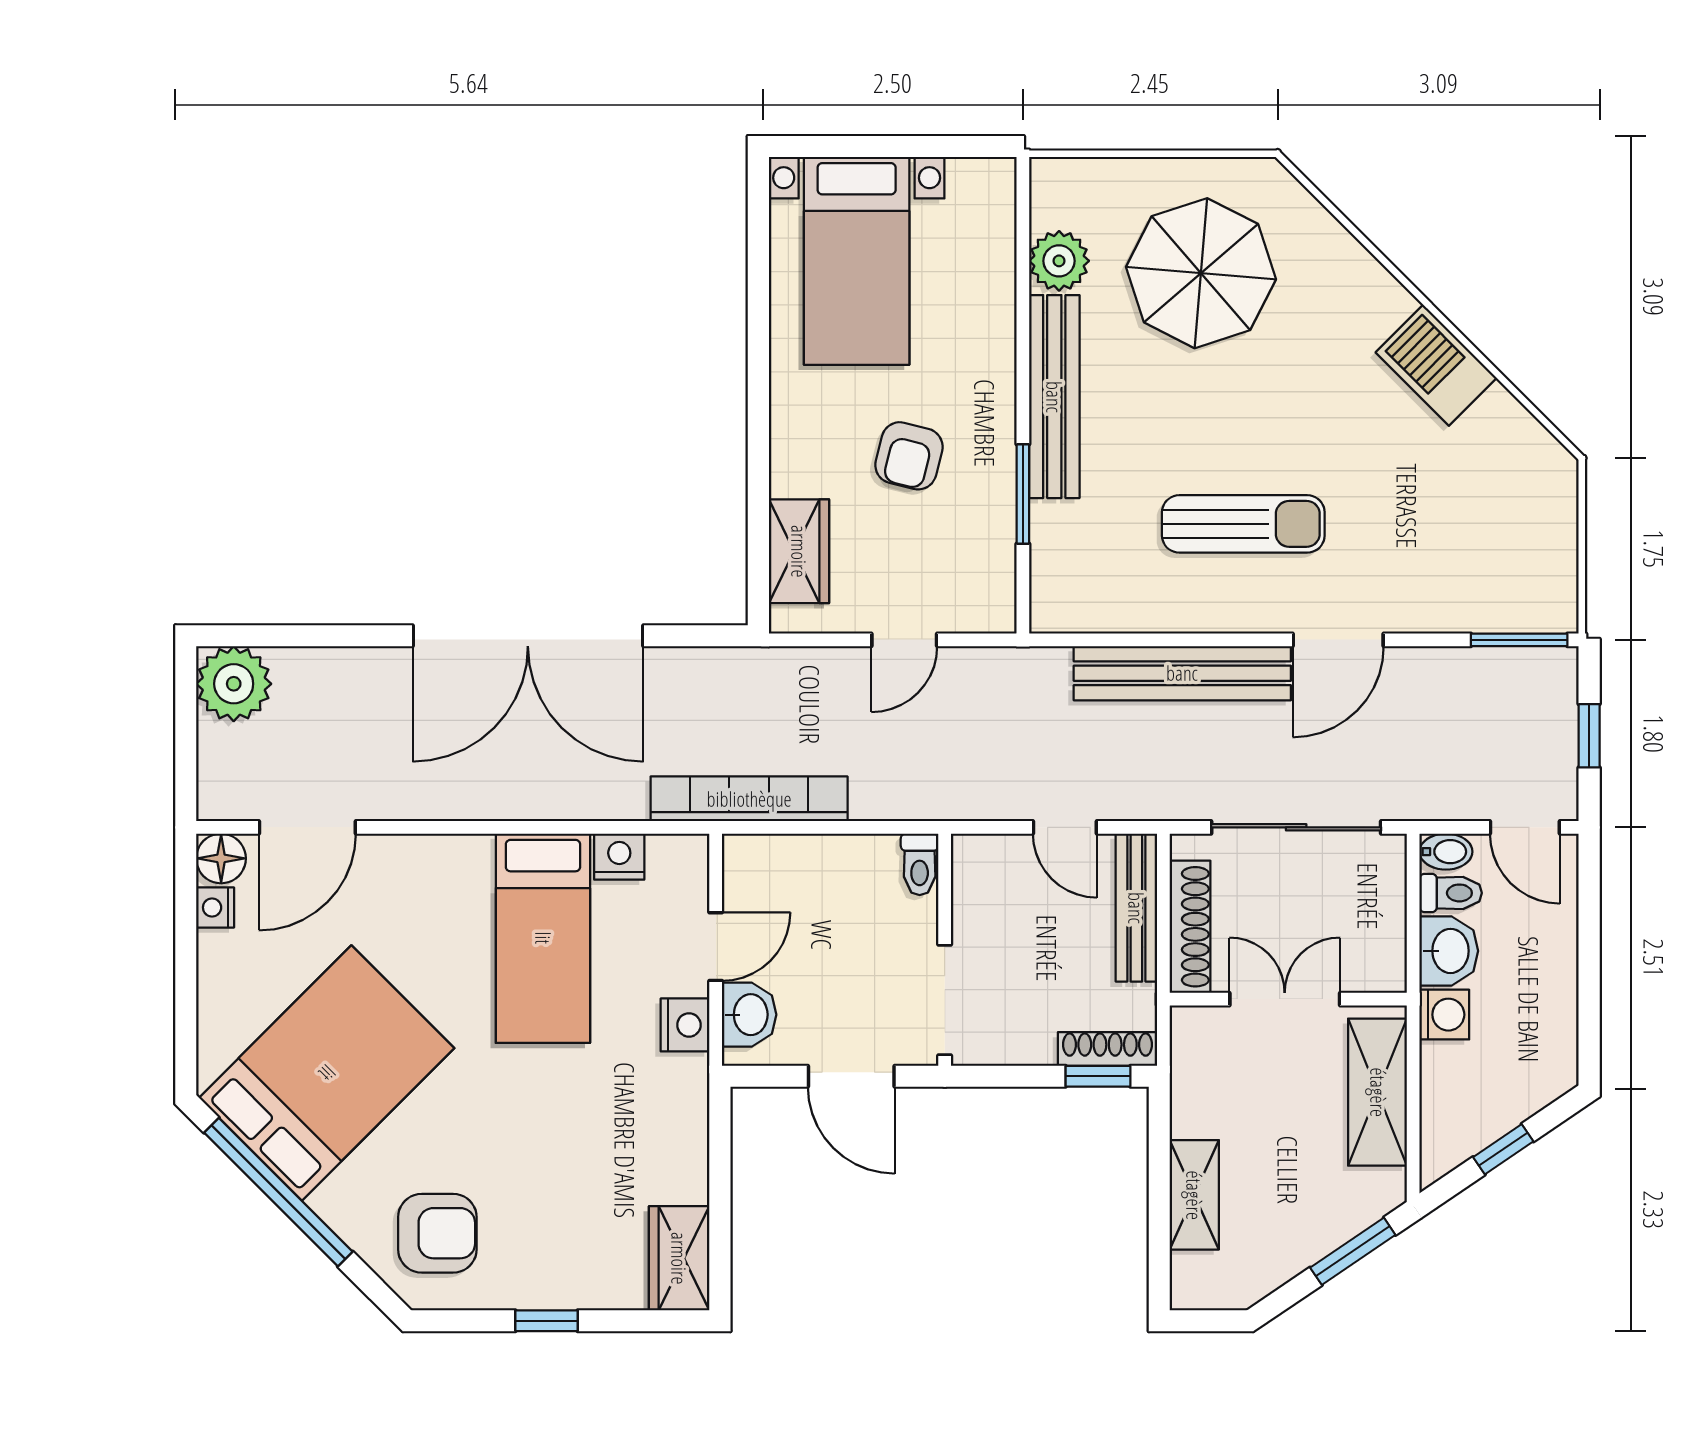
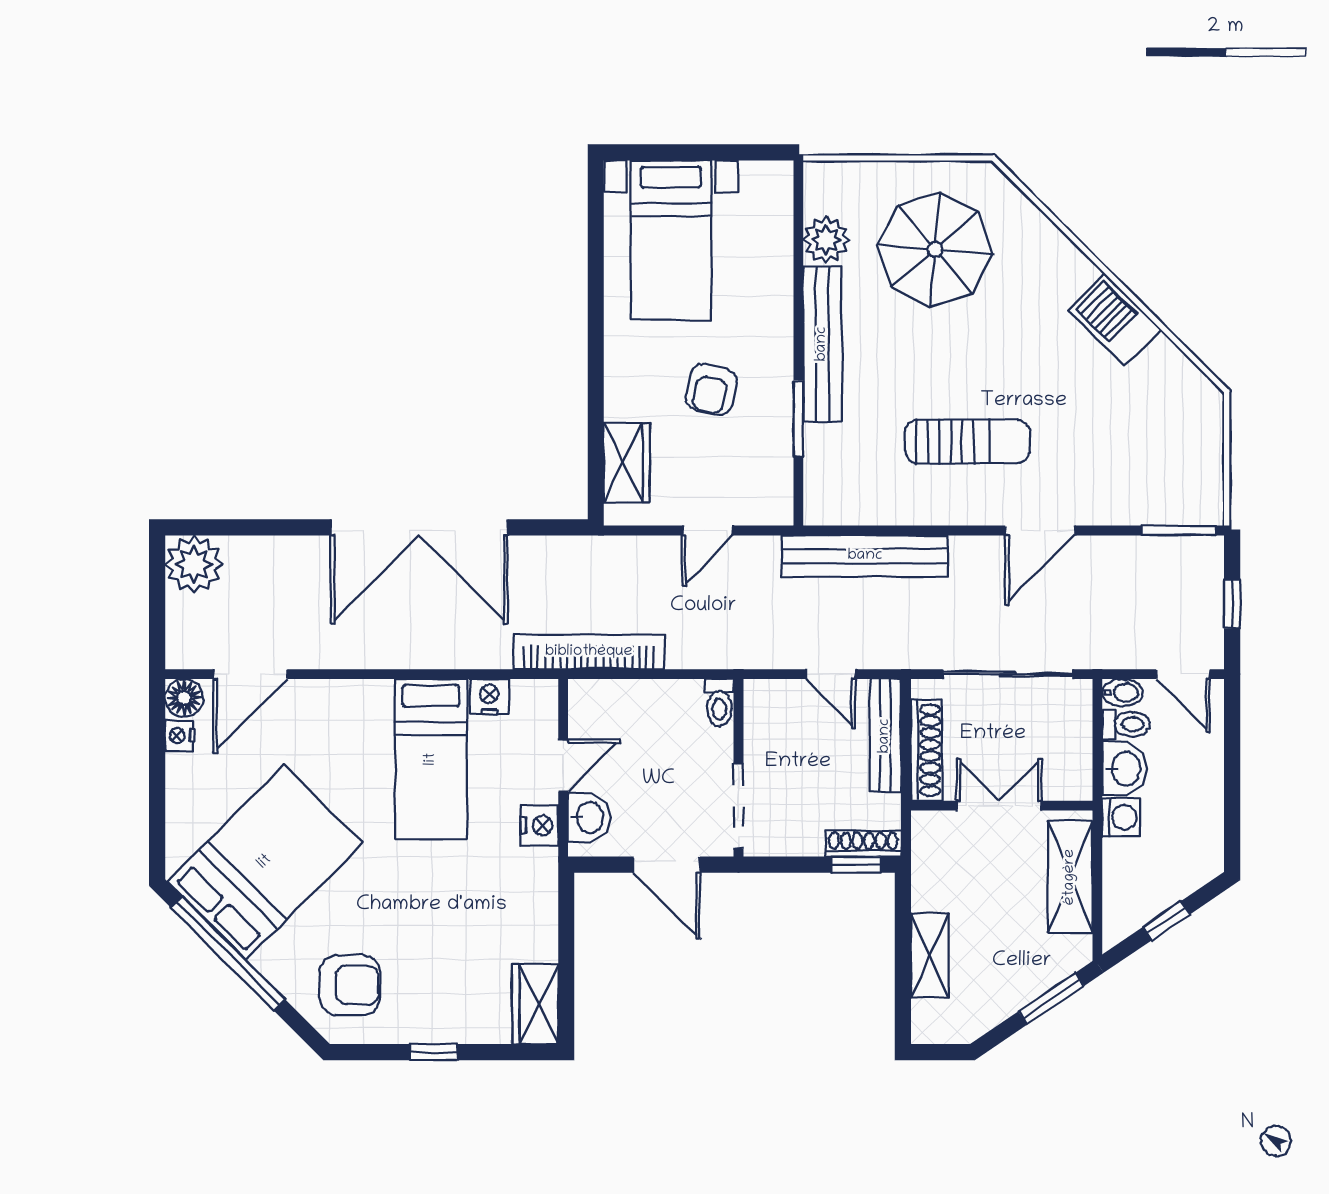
bench: (1182, 673) -> (865, 556), moved

